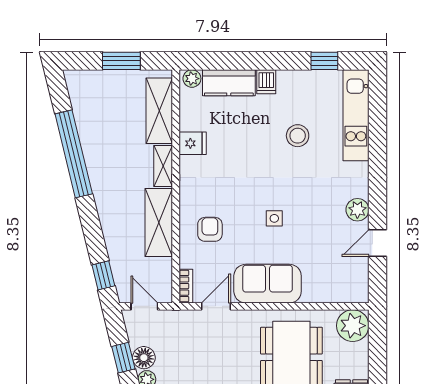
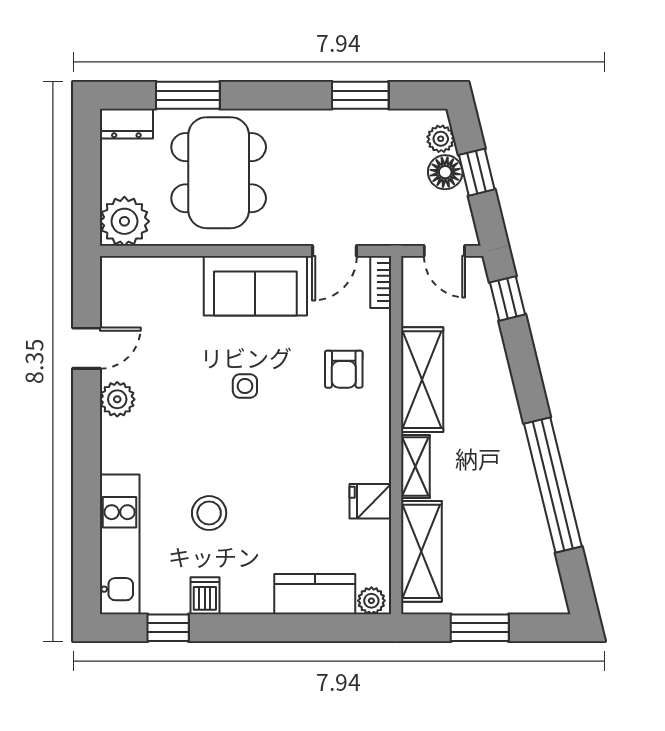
dishwasher: (266, 82) -> (205, 596), moved

